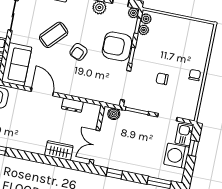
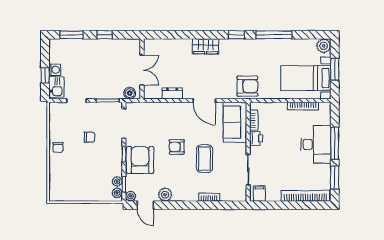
coffee table: (54, 35) -> (204, 159), turned -43
armchair: (117, 46) -> (140, 160), turned -90
armchair: (78, 52) -> (177, 147), turned -113
double door: (95, 145) -> (142, 70), moved
wardrobe: (59, 150) -> (206, 46), moved
washing machine: (176, 156) -> (55, 70), width x0.53, depth x0.53
window: (114, 174) -> (104, 35), moved

